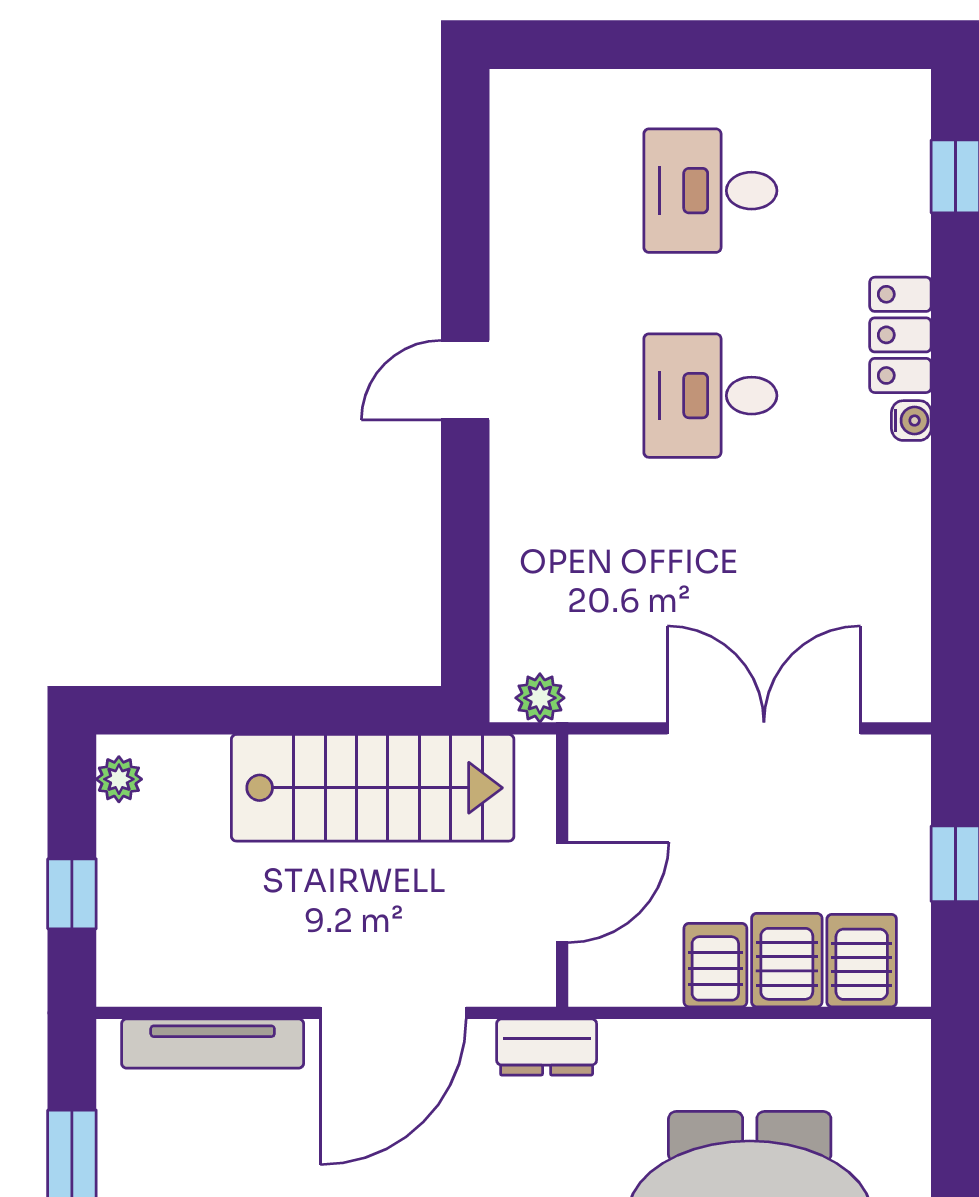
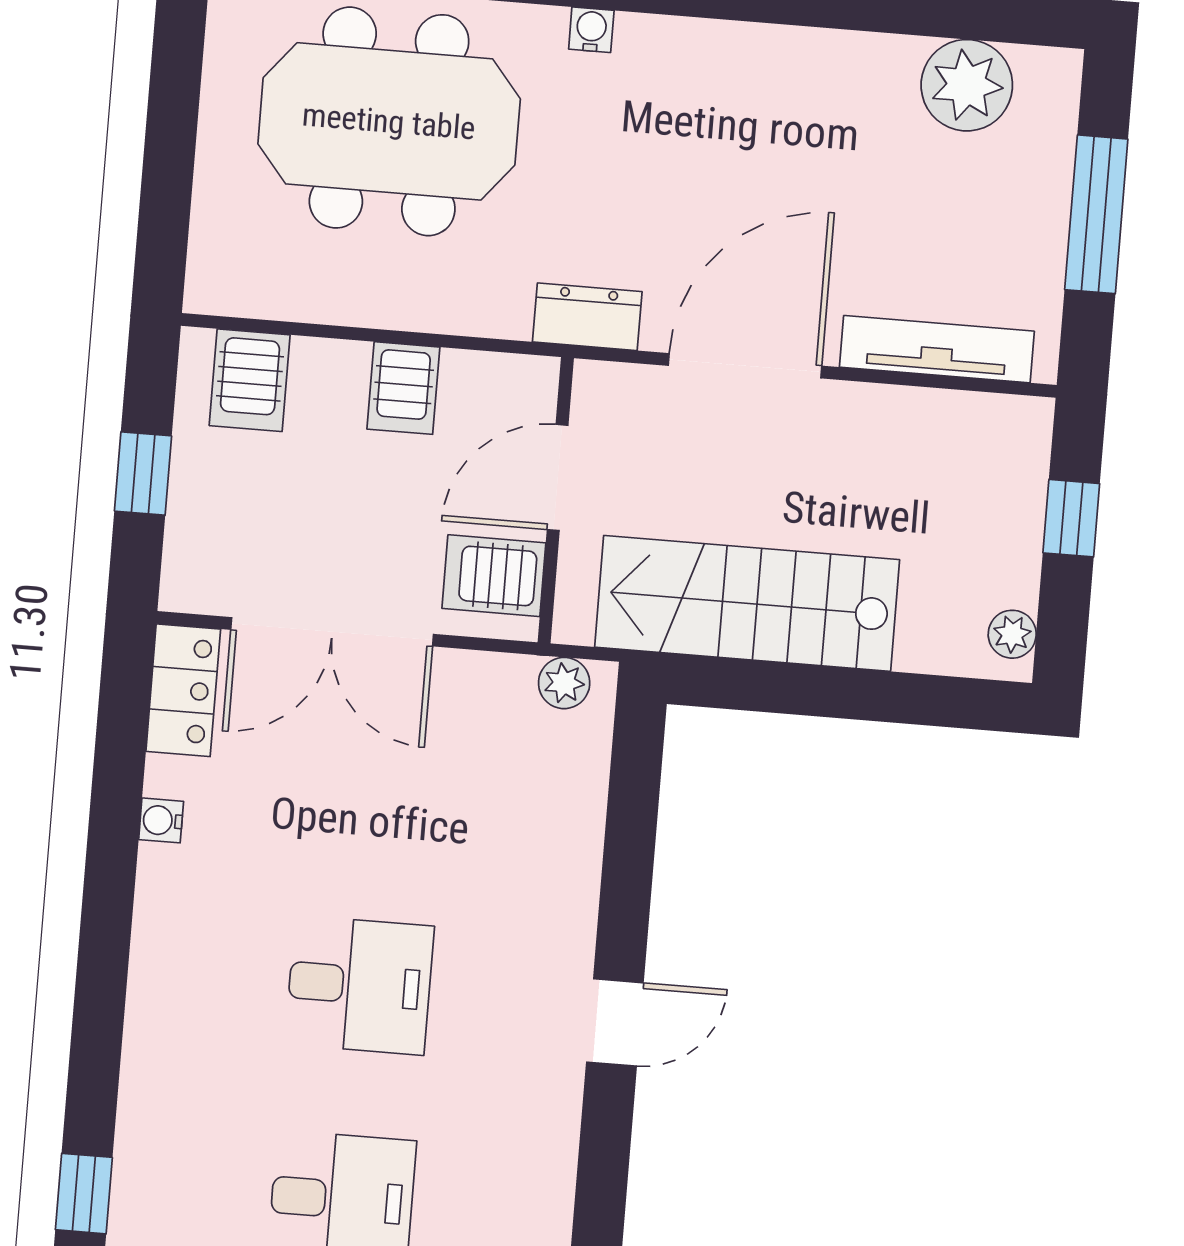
locker: (900, 335) -> (183, 690), moved
water cooler: (911, 421) -> (161, 820), moved
server rack: (787, 960) -> (494, 576), moved, turned 90

